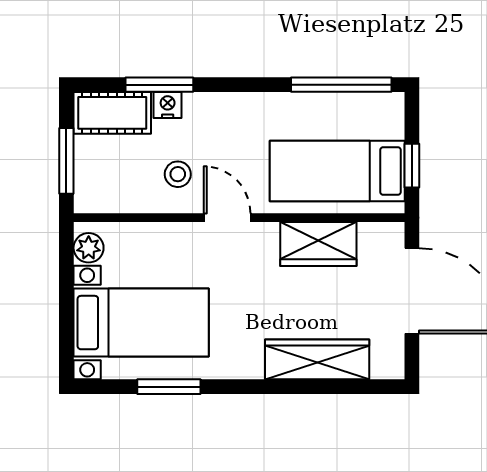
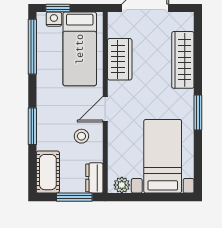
window: (159, 85) -> (32, 126), moved
nightstand: (168, 105) -> (54, 19), moved, turned 90
window: (412, 166) -> (58, 8), moved
dresser: (101, 198) -> (94, 178), added
window: (169, 387) -> (198, 113), moved

